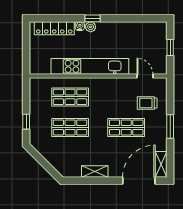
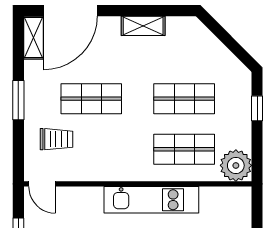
kitchen unit: (90, 66) -> (151, 200), width x0.73
door: (145, 76) -> (42, 184), moved
plant: (39, 87) -> (236, 165), added

